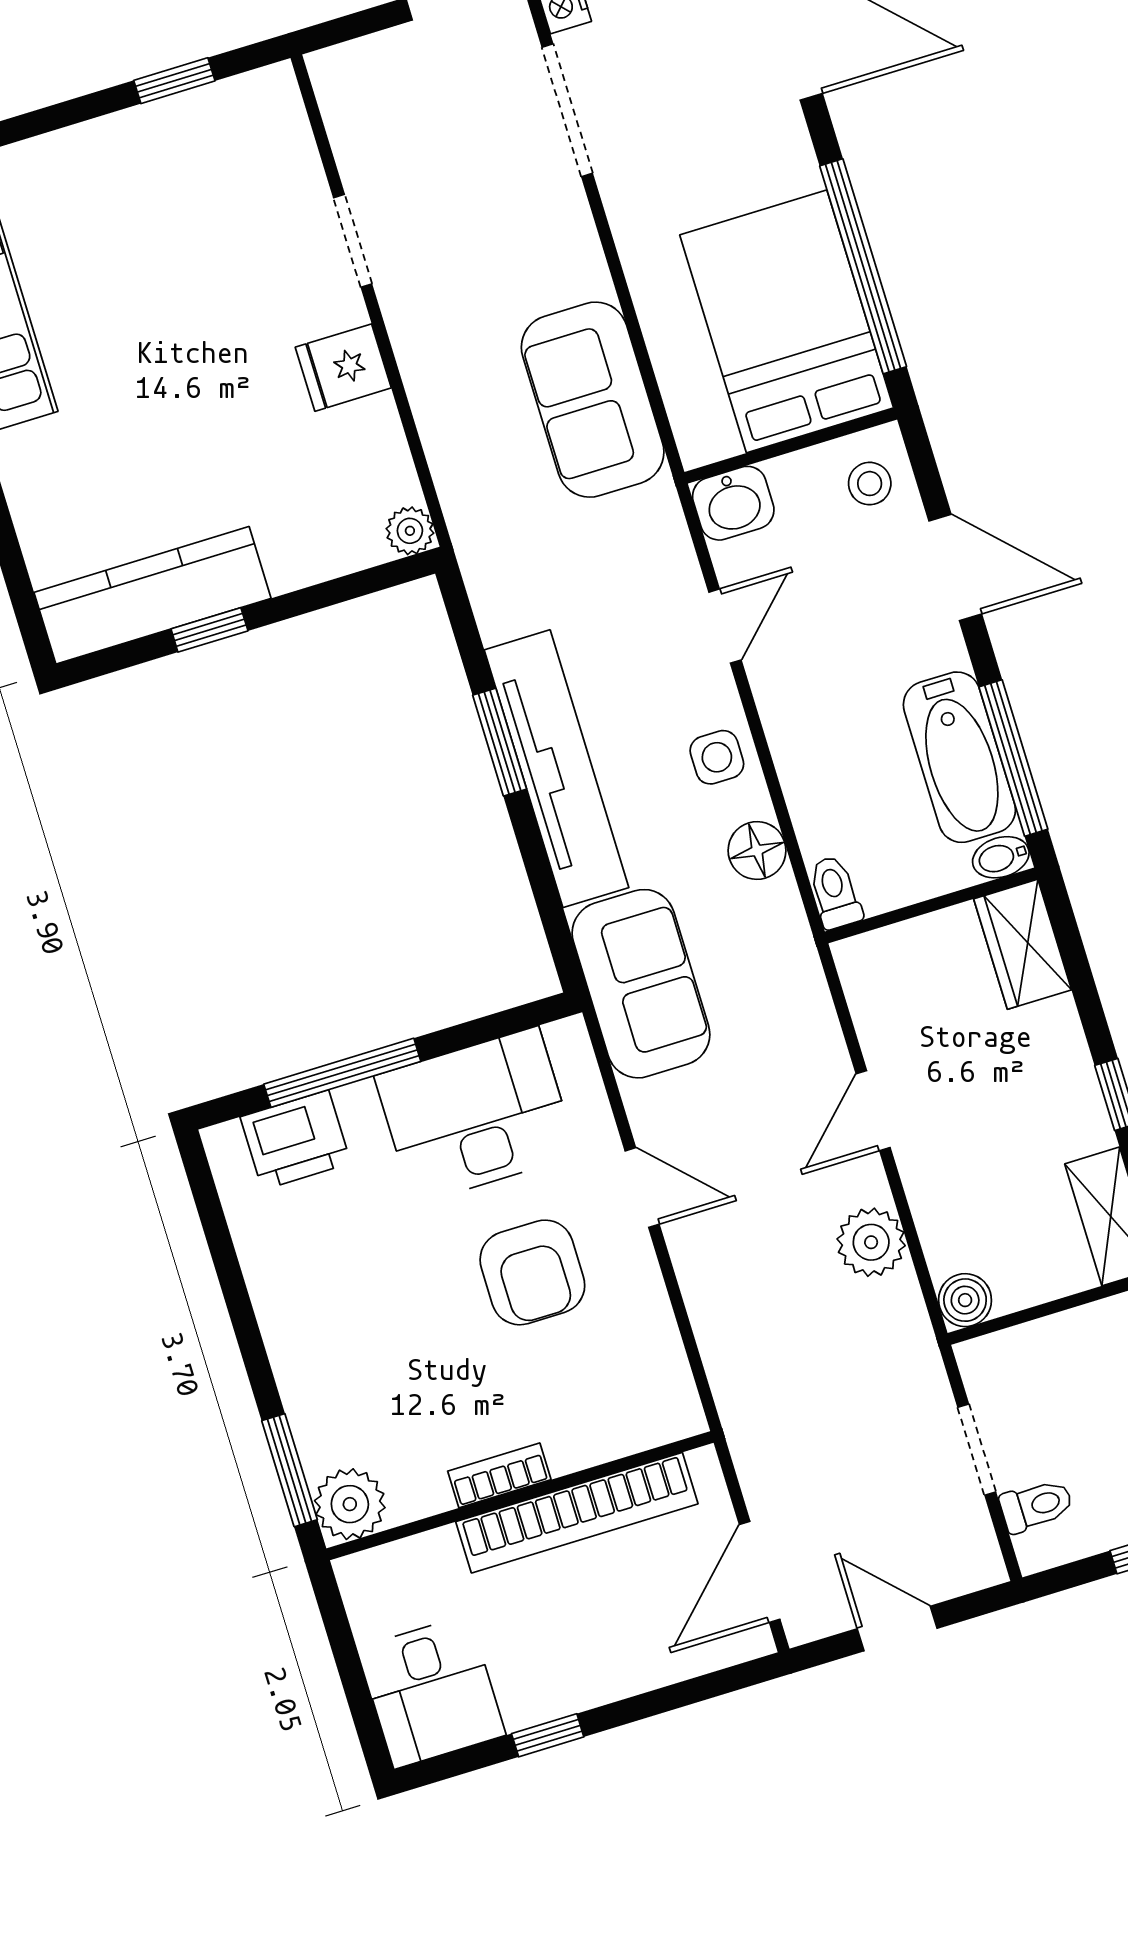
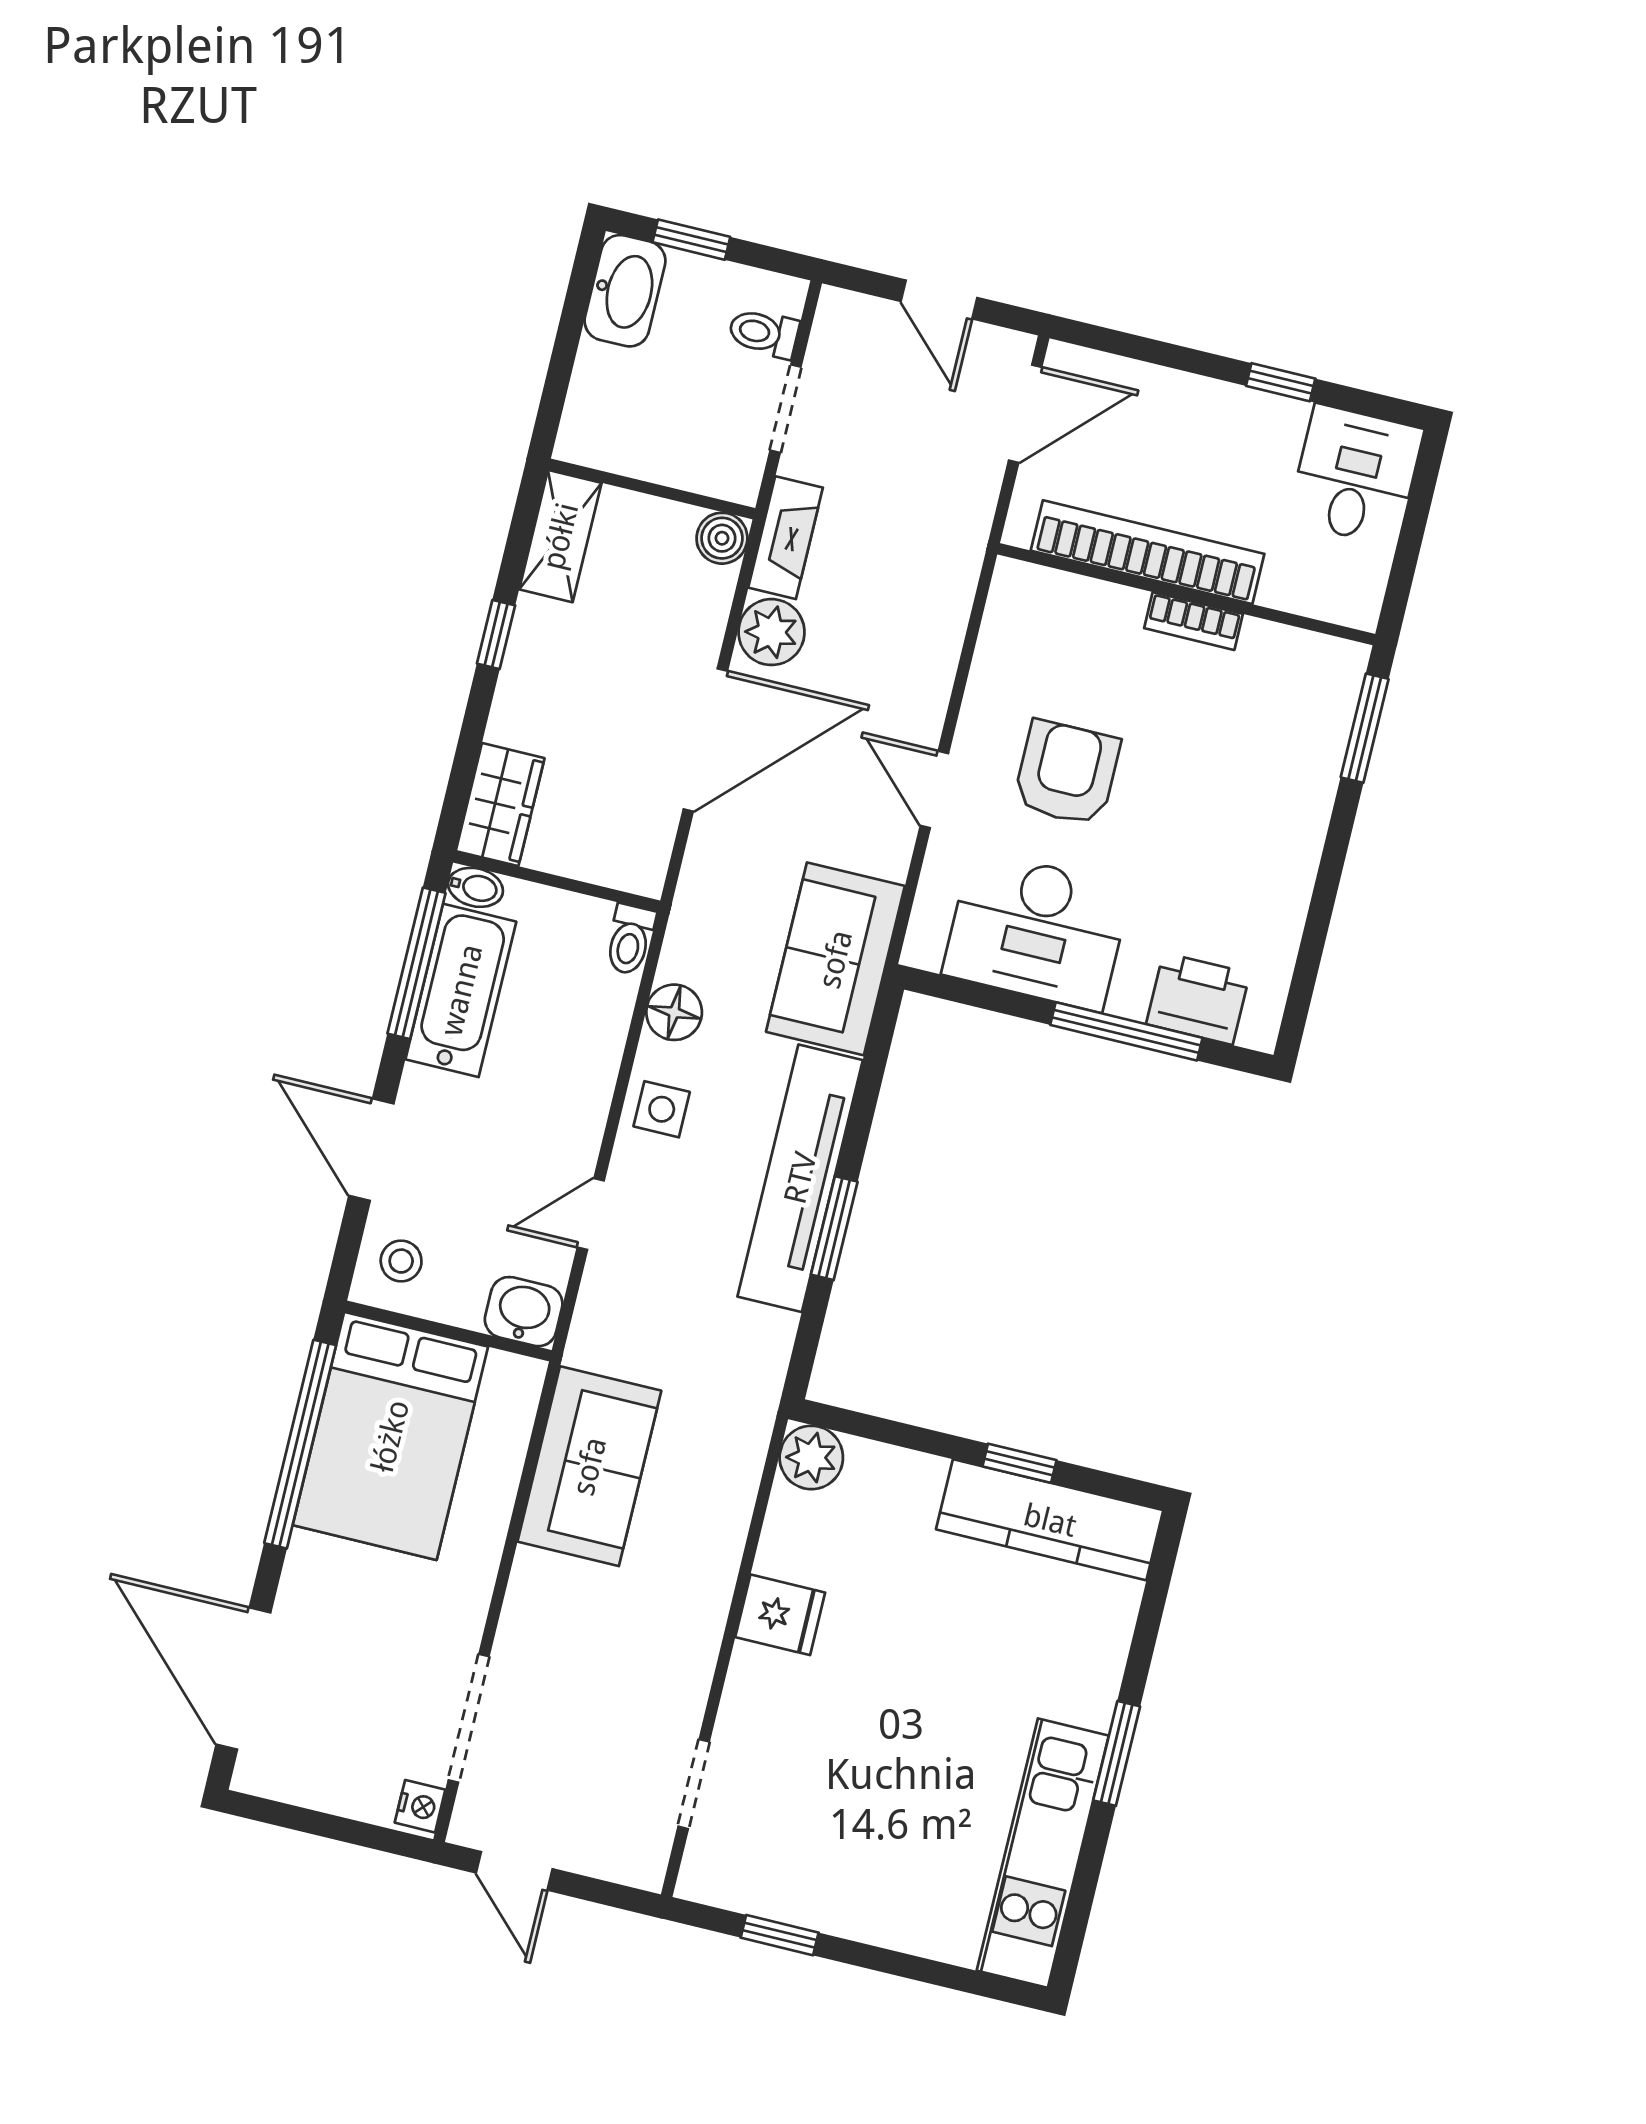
doorway: (353, 241) -> (694, 1784), moved
plant: (410, 531) -> (811, 1457), width x1.38, depth x1.38
door: (873, 1111) -> (705, 740), width x1.88
fireplace: (908, 1334) -> (786, 538), added
plant: (350, 1504) -> (1331, 671), removed

